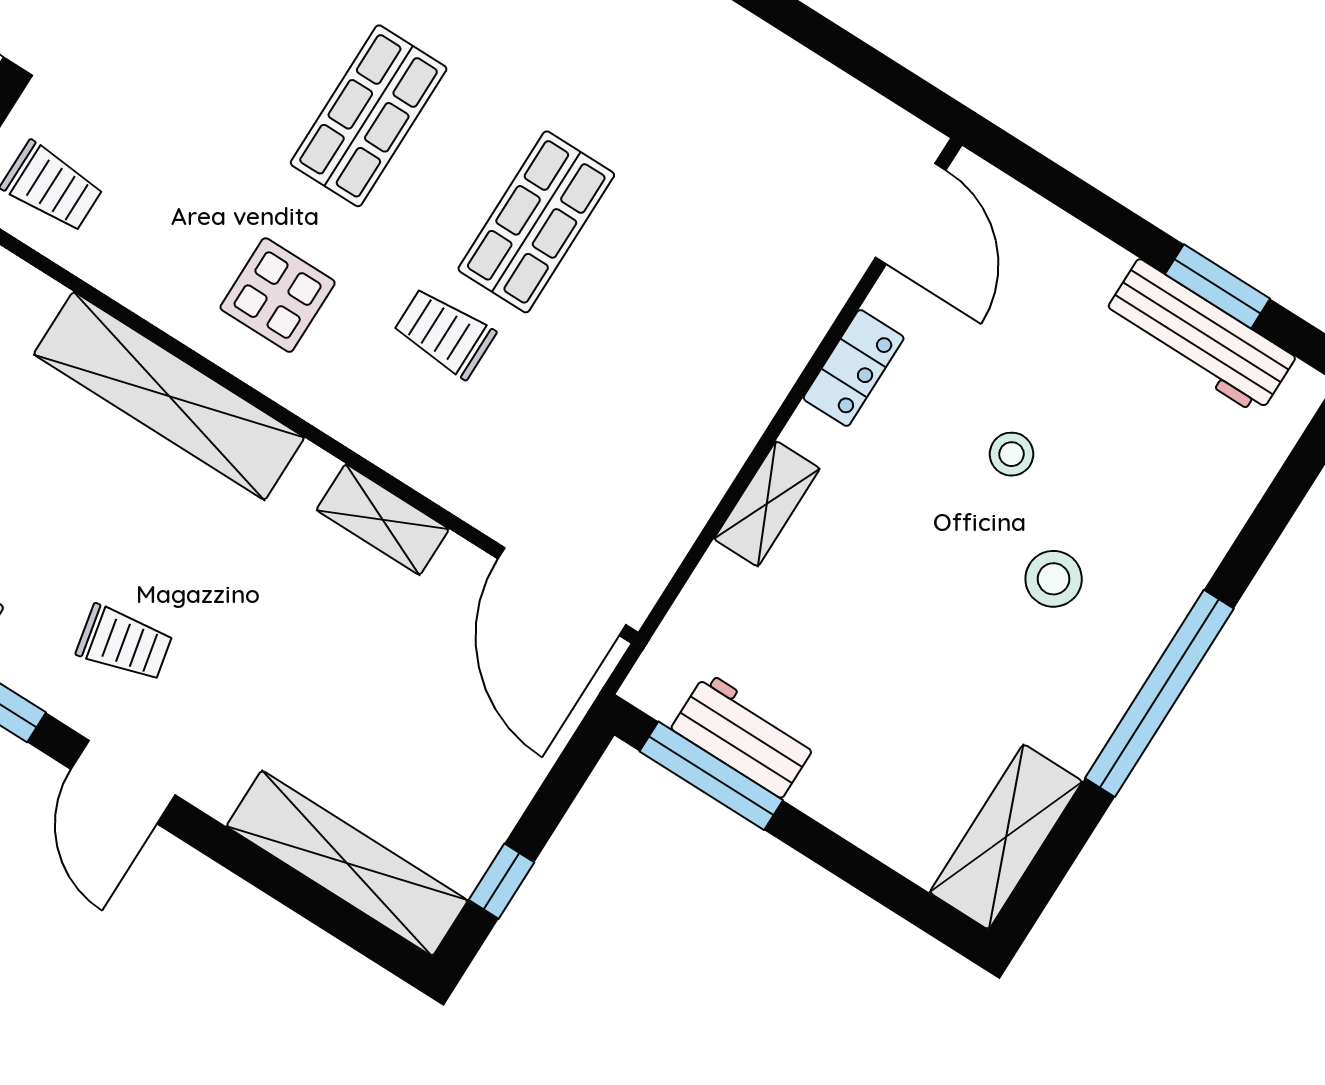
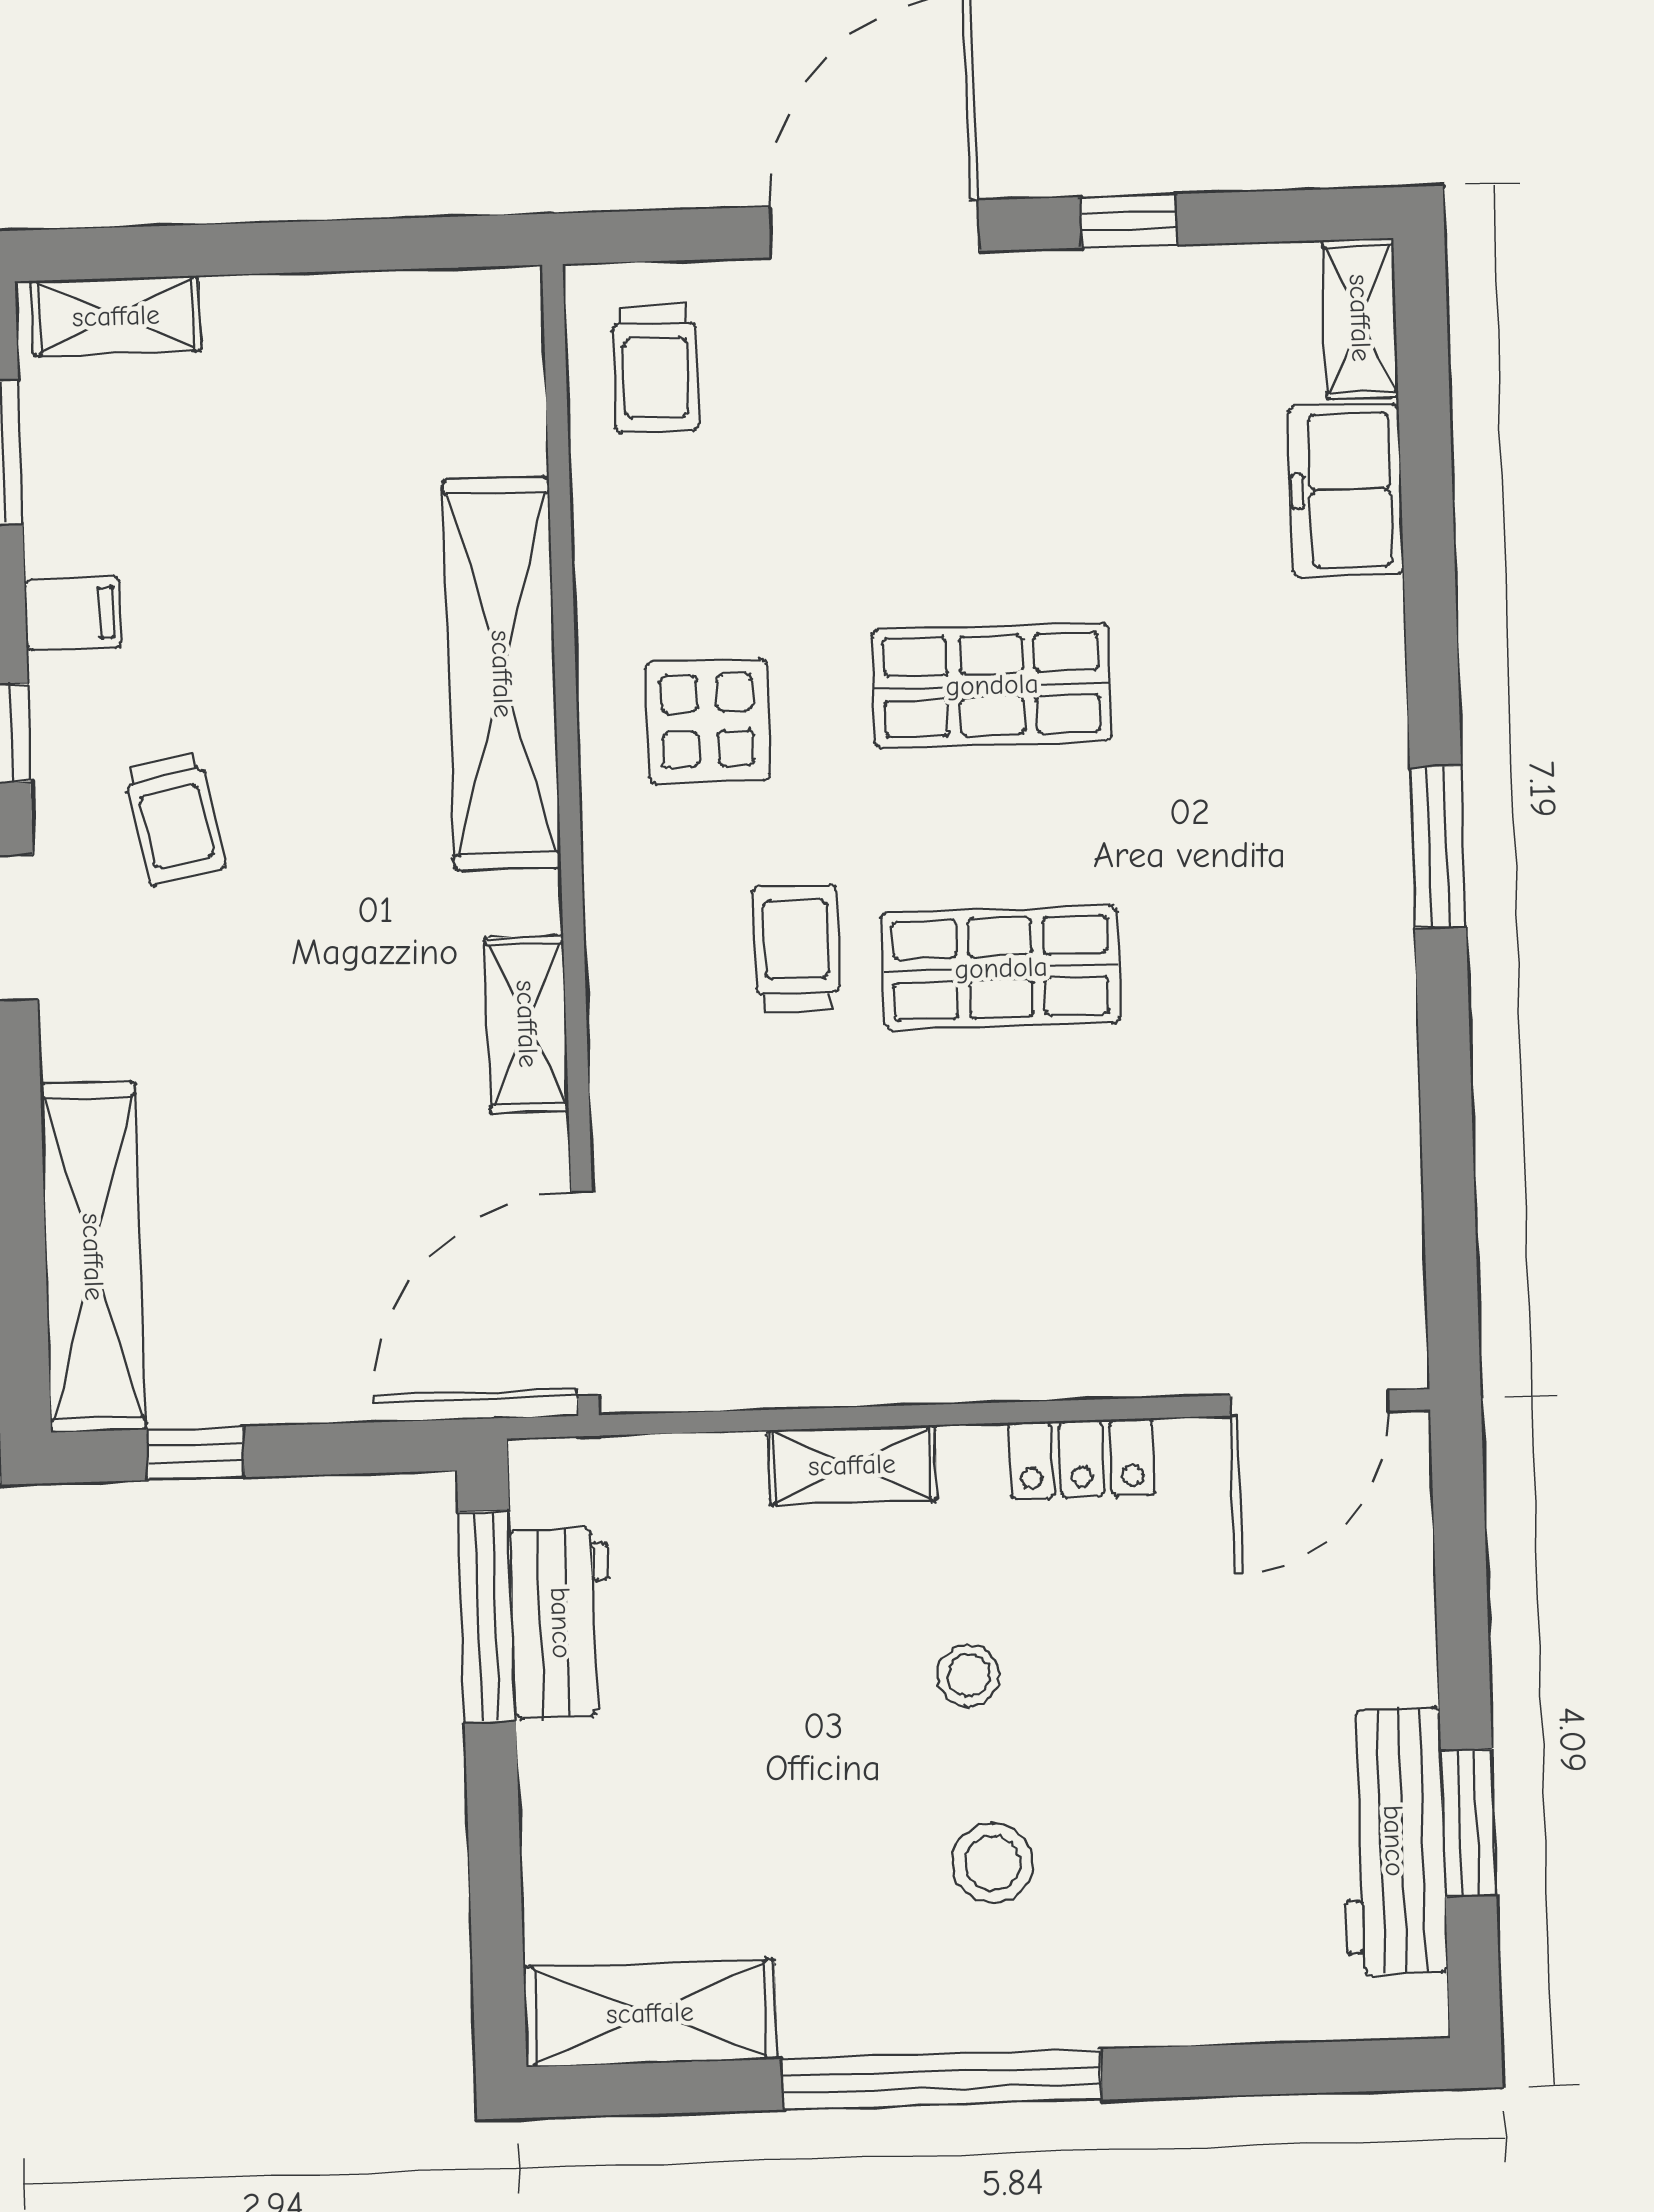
stool: (1012, 454) -> (968, 1675), moved

